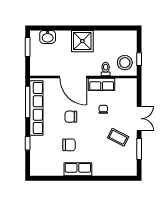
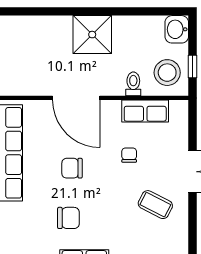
washbasin: (48, 37) -> (177, 29), moved, turned 90
row of seats: (102, 84) -> (145, 111), moved
window: (139, 149) -> (193, 225), removed

